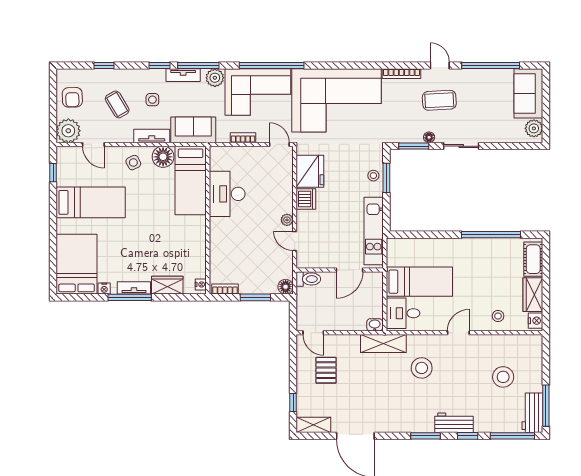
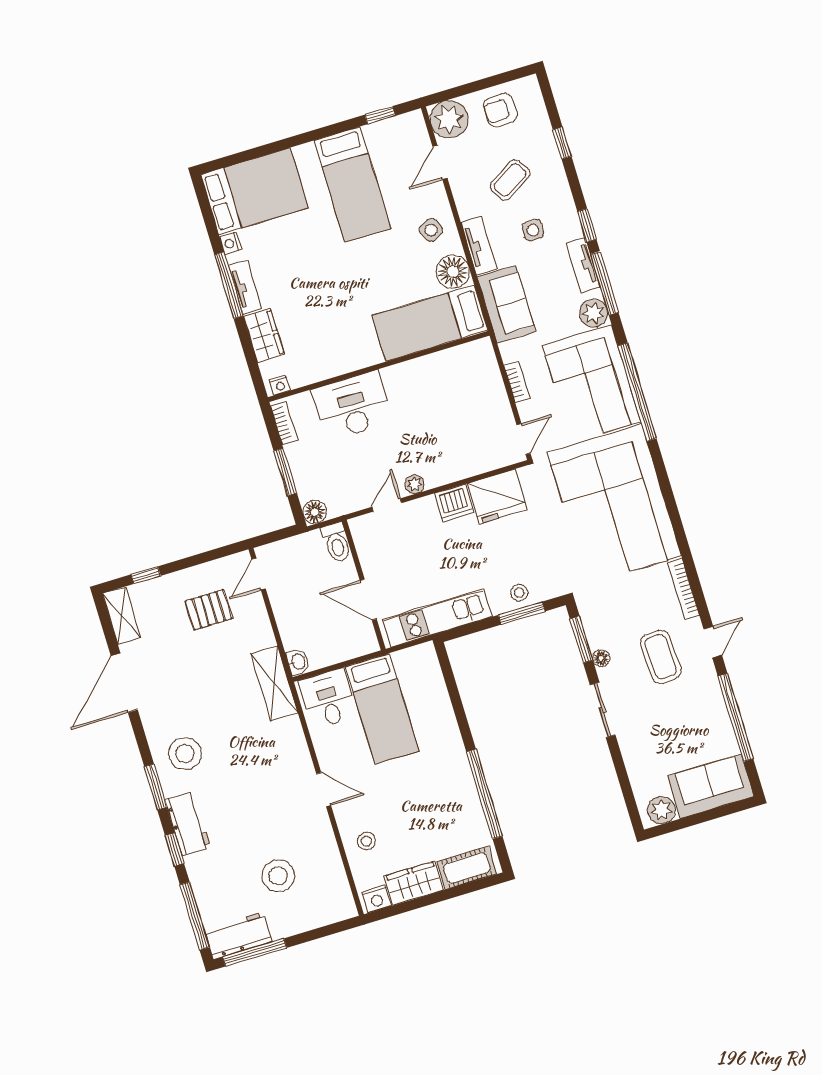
desk: (227, 194) -> (352, 406), moved
stool: (422, 368) -> (185, 754), moved

